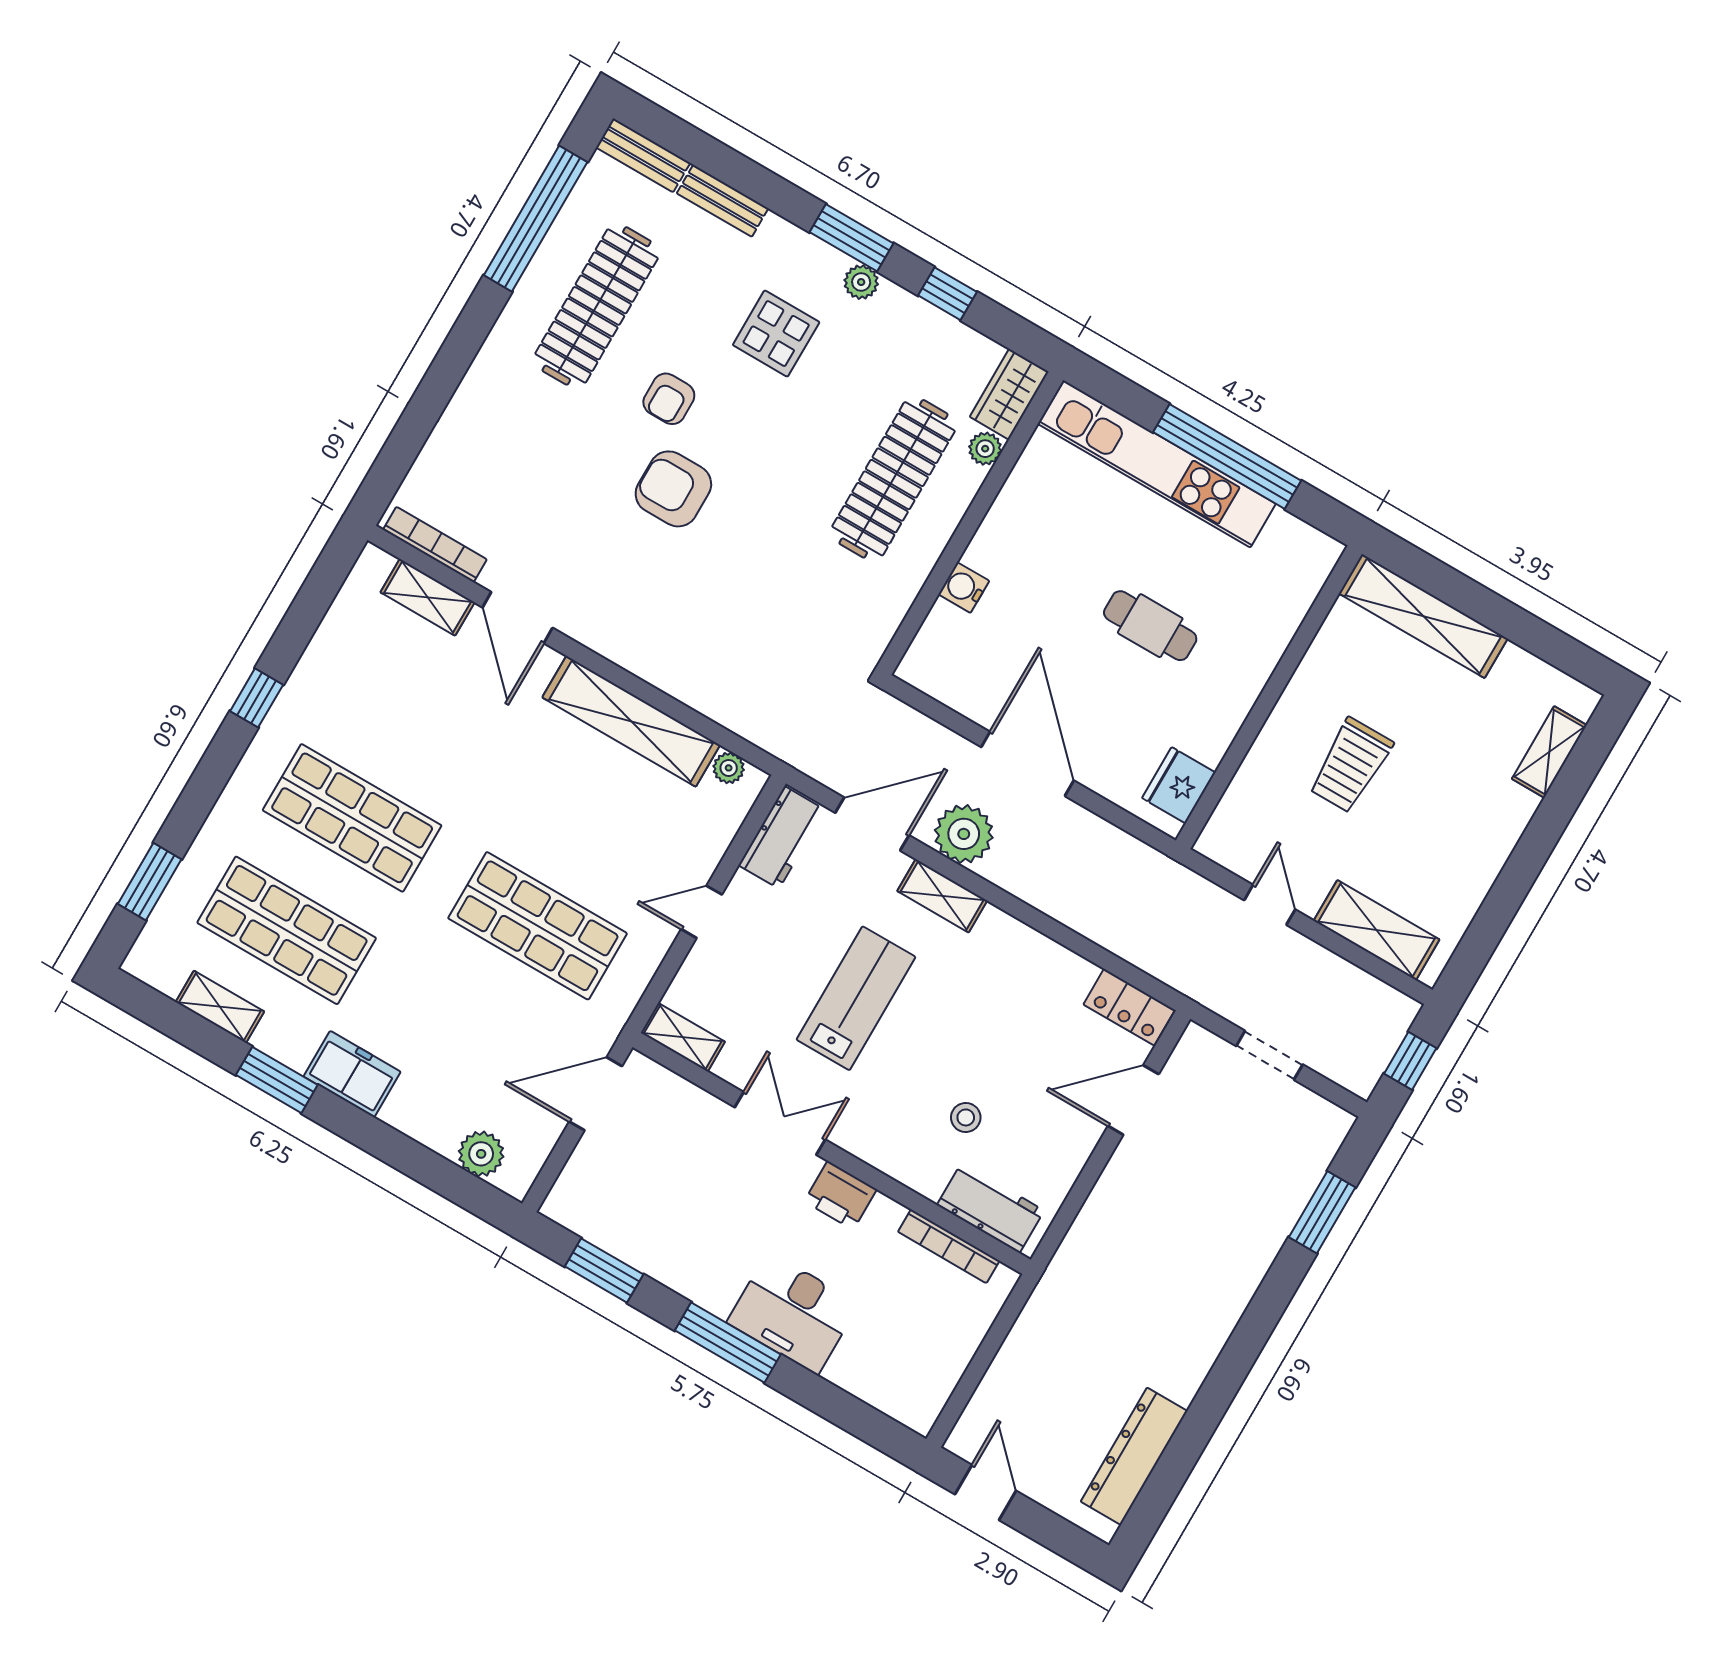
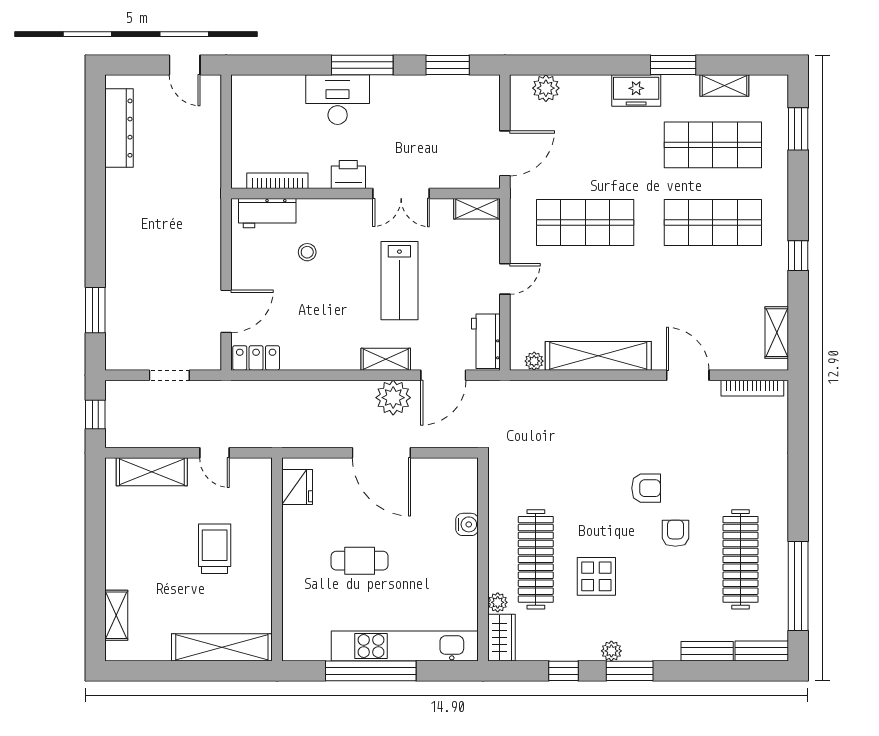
display table: (776, 334) -> (596, 576), moved
armchair: (673, 489) -> (646, 488), width x0.72, depth x0.72
shelving: (428, 597) -> (777, 333), moved, turned 90

